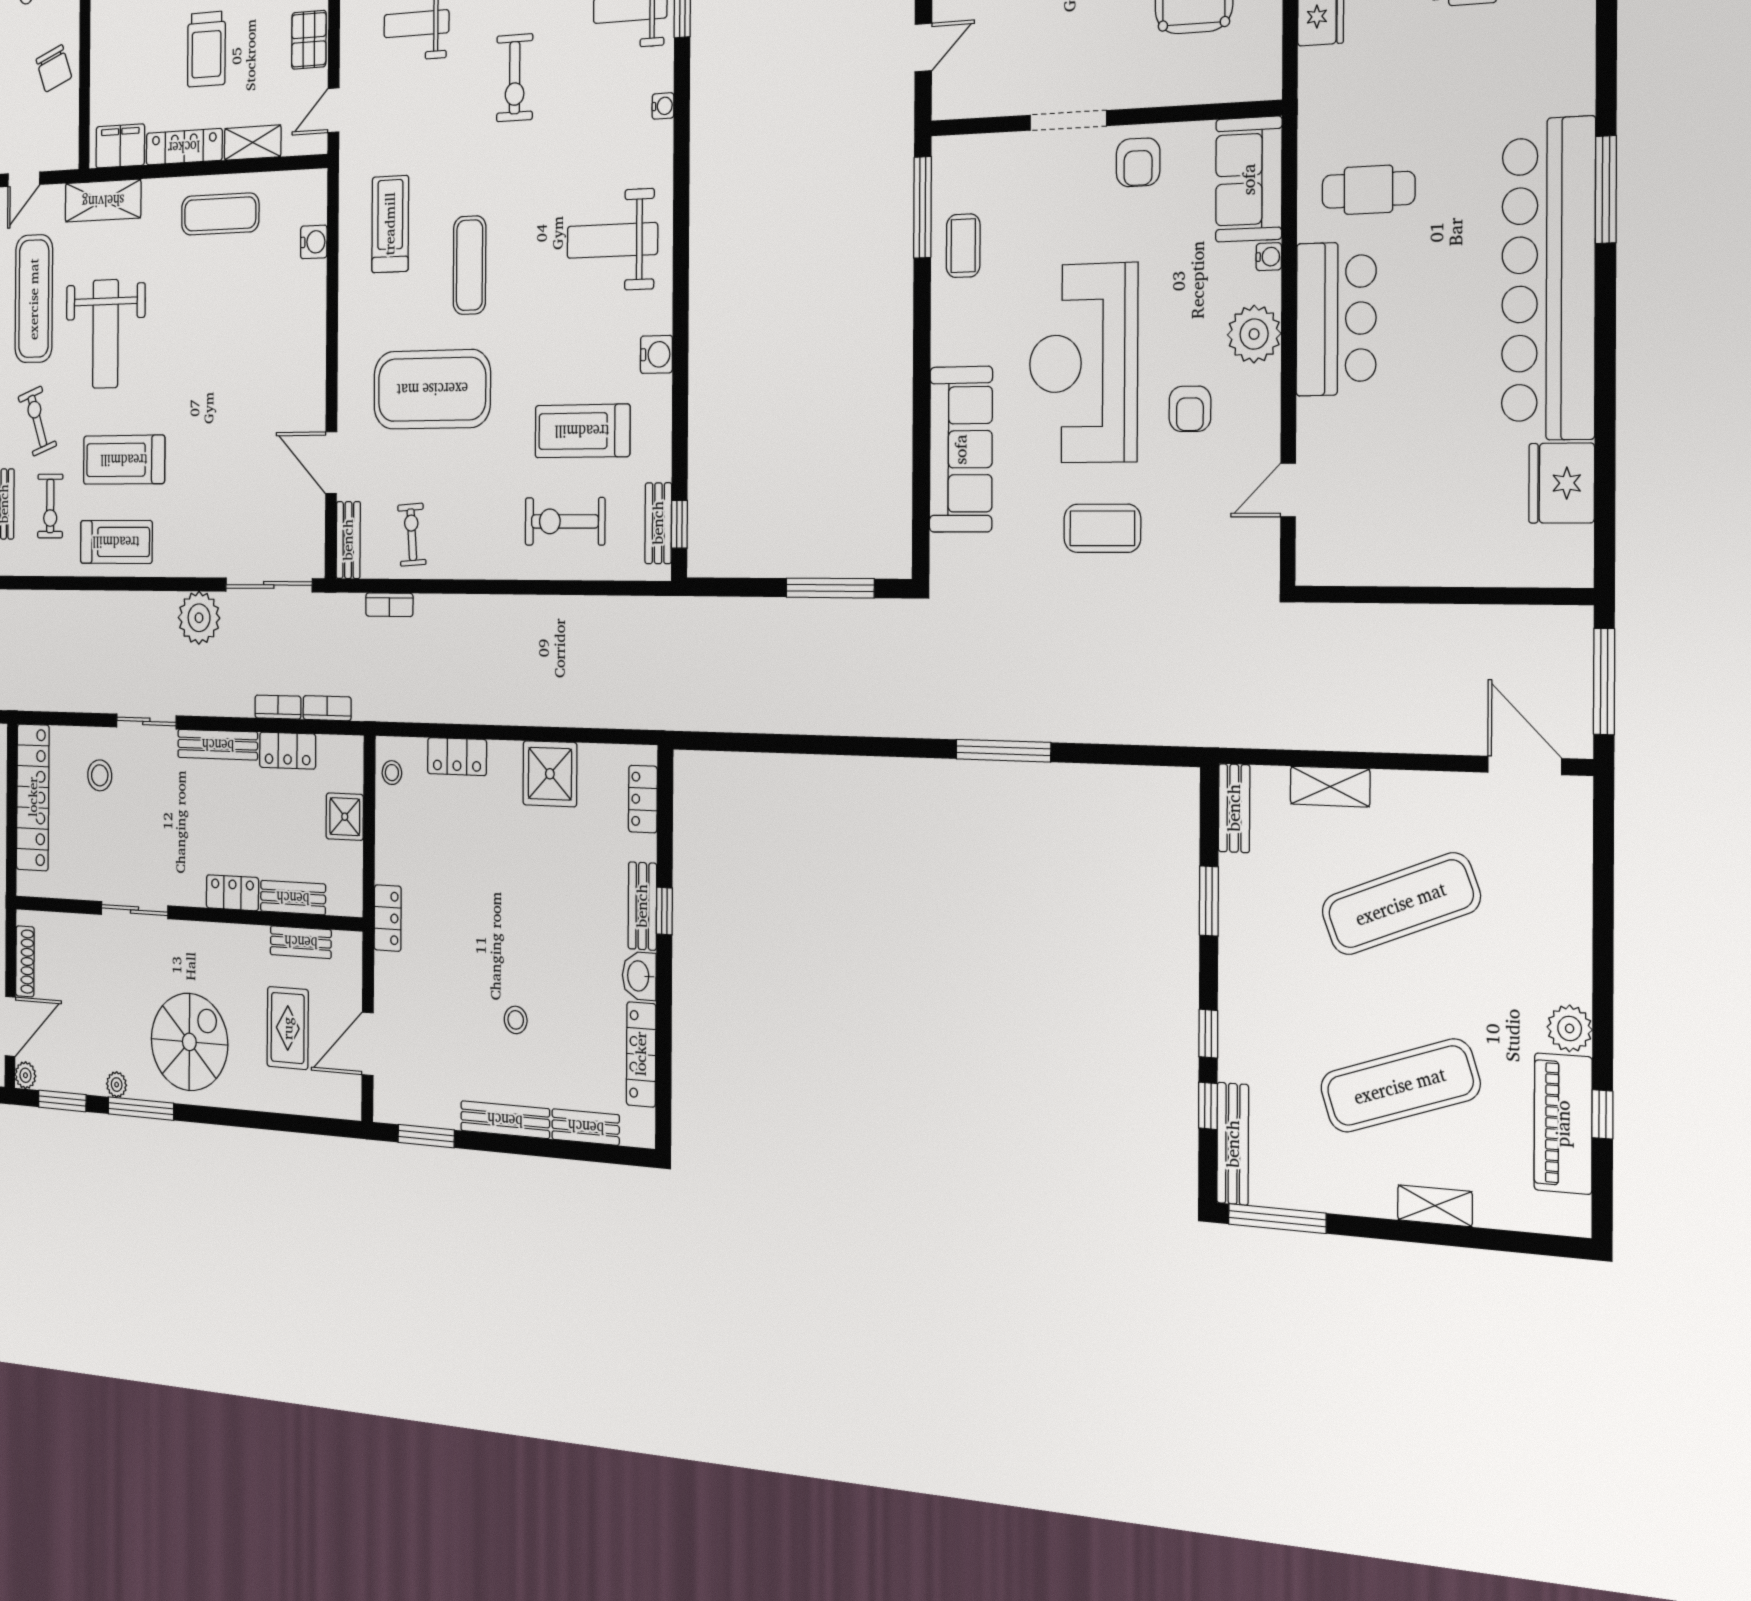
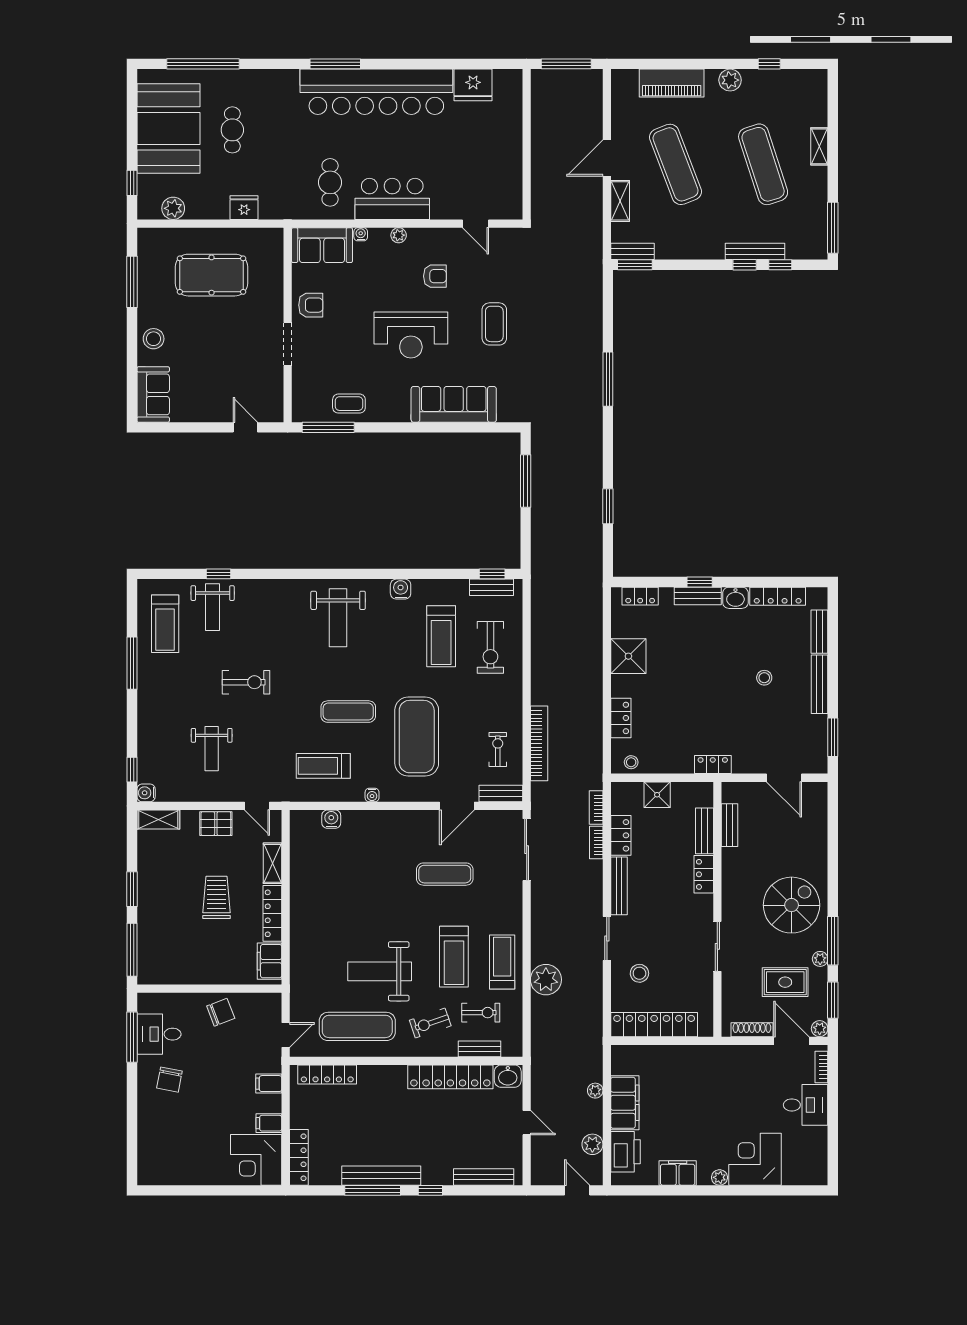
trolley: (206, 49) -> (217, 897), turned -90
water cooler: (663, 106) -> (372, 795), moved, turned 180
door: (24, 179) -> (286, 1035), hinge flipped
shelving: (103, 201) -> (301, 974), removed
exercise mat: (220, 214) -> (445, 874), moved, turned 90
weight bench: (105, 334) -> (380, 971), turned 180
plant: (1254, 334) -> (399, 235), width x0.53, depth x0.53
reception desk: (1083, 363) -> (411, 335), width x0.74, depth x0.77
exercise bike: (412, 535) -> (498, 750), turned 94
bookcase: (389, 605) -> (539, 743), width x2.31, depth x1.31
plant: (199, 618) -> (546, 980), moved
window: (788, 744) -> (608, 506), added
door: (1524, 765) -> (607, 158), moved
window: (1209, 901) -> (635, 265), moved
rug: (288, 1028) -> (785, 982), moved
spiral stairs: (189, 1042) -> (792, 905), turned 90
piano: (1563, 1124) -> (672, 83), moved
bench: (1233, 1144) -> (755, 251), moved

